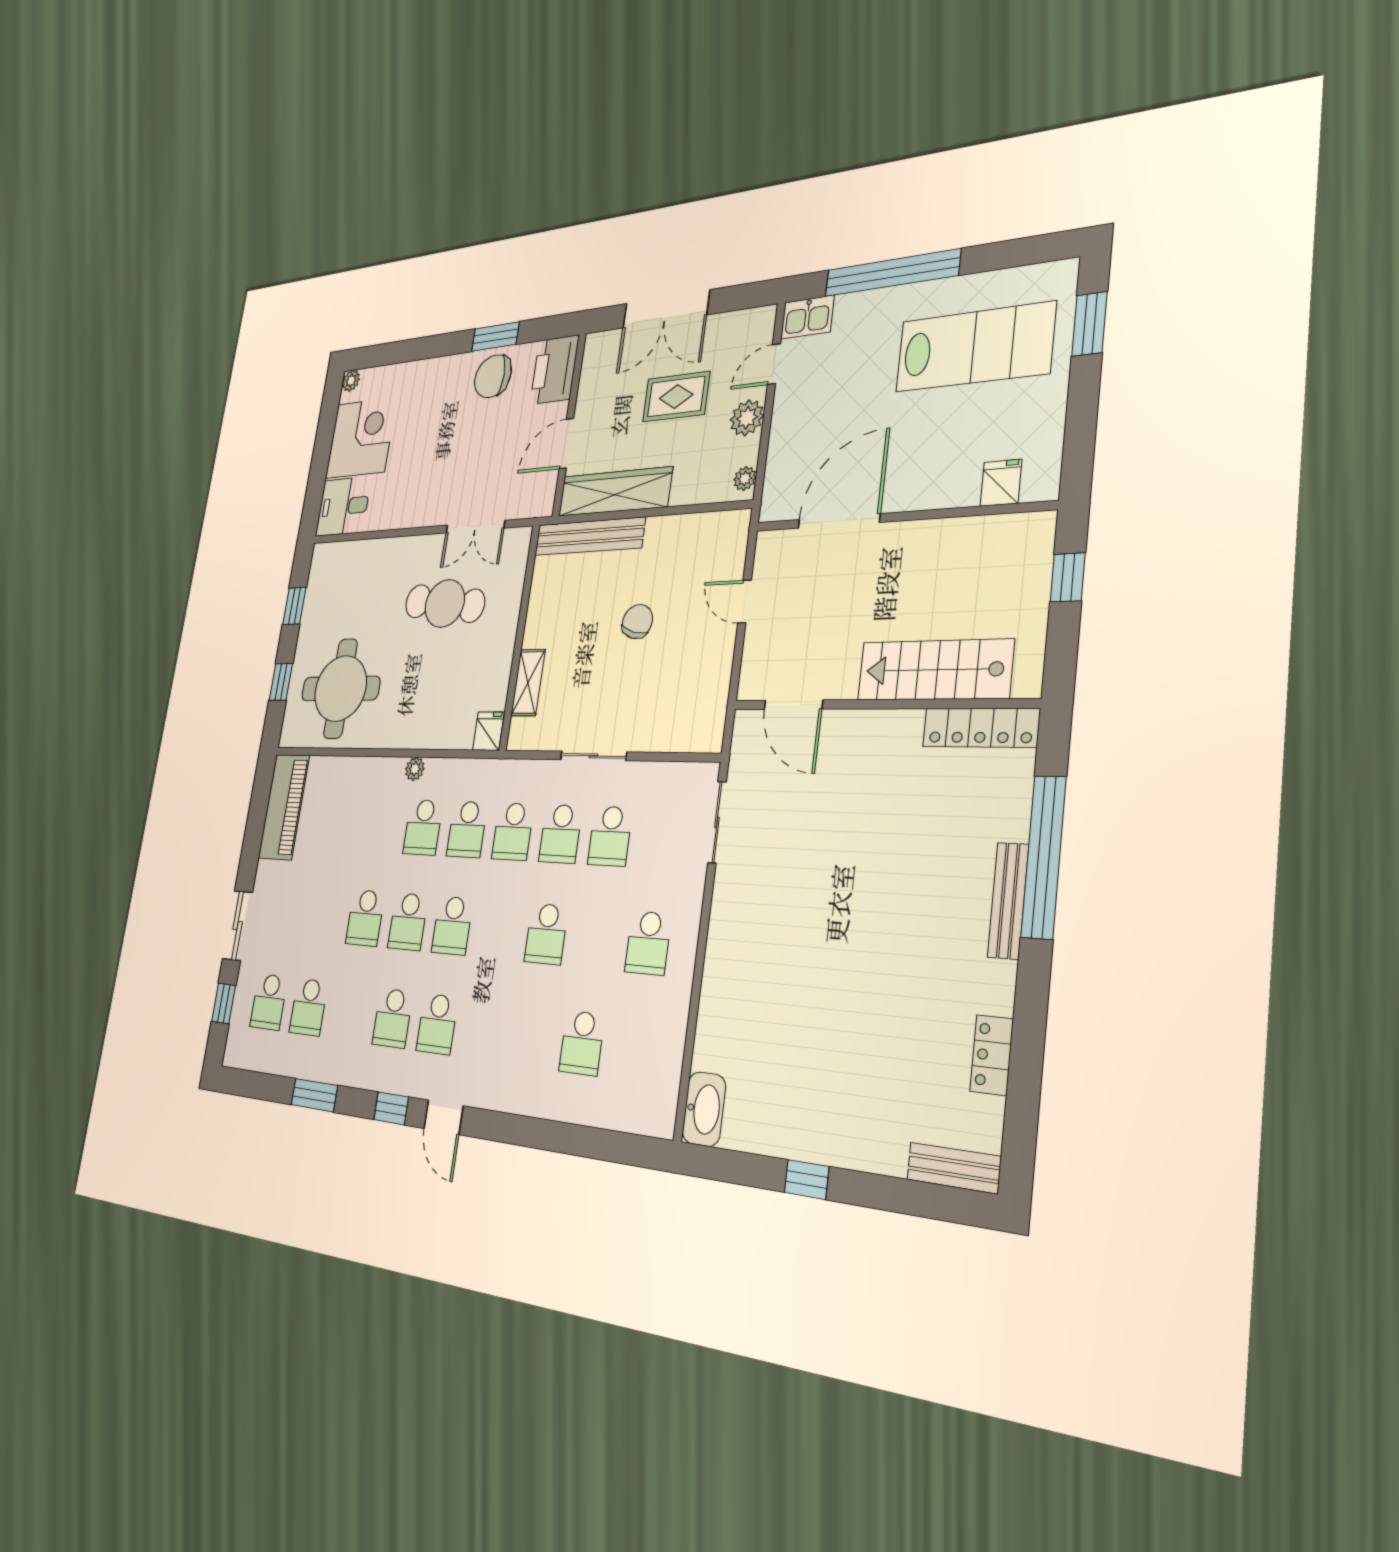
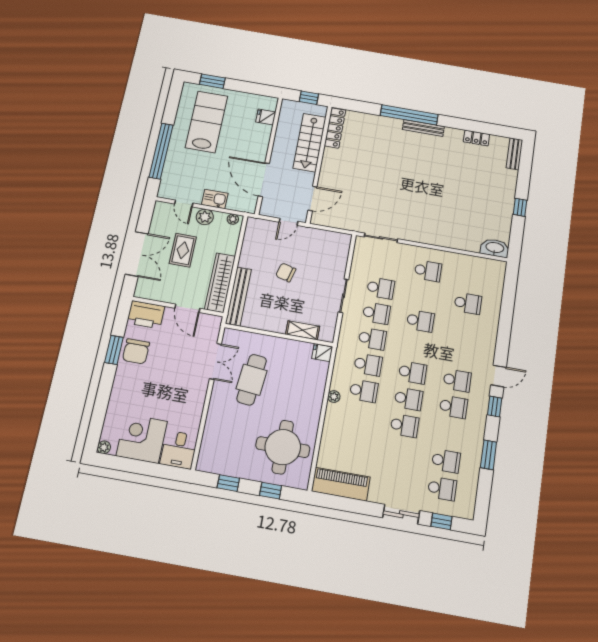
kitchen sink: (807, 317) -> (215, 199), moved, turned -90
stairs: (935, 670) -> (310, 143), moved
wall: (880, 704) -> (319, 164), moved
door: (793, 705) -> (312, 199), moved
locker: (981, 728) -> (335, 128), moved

